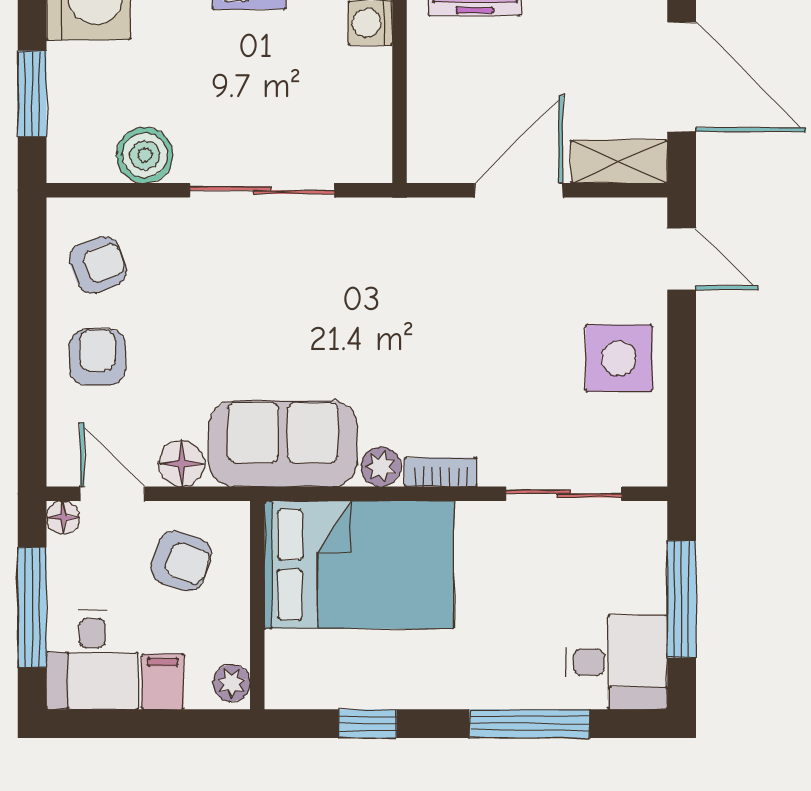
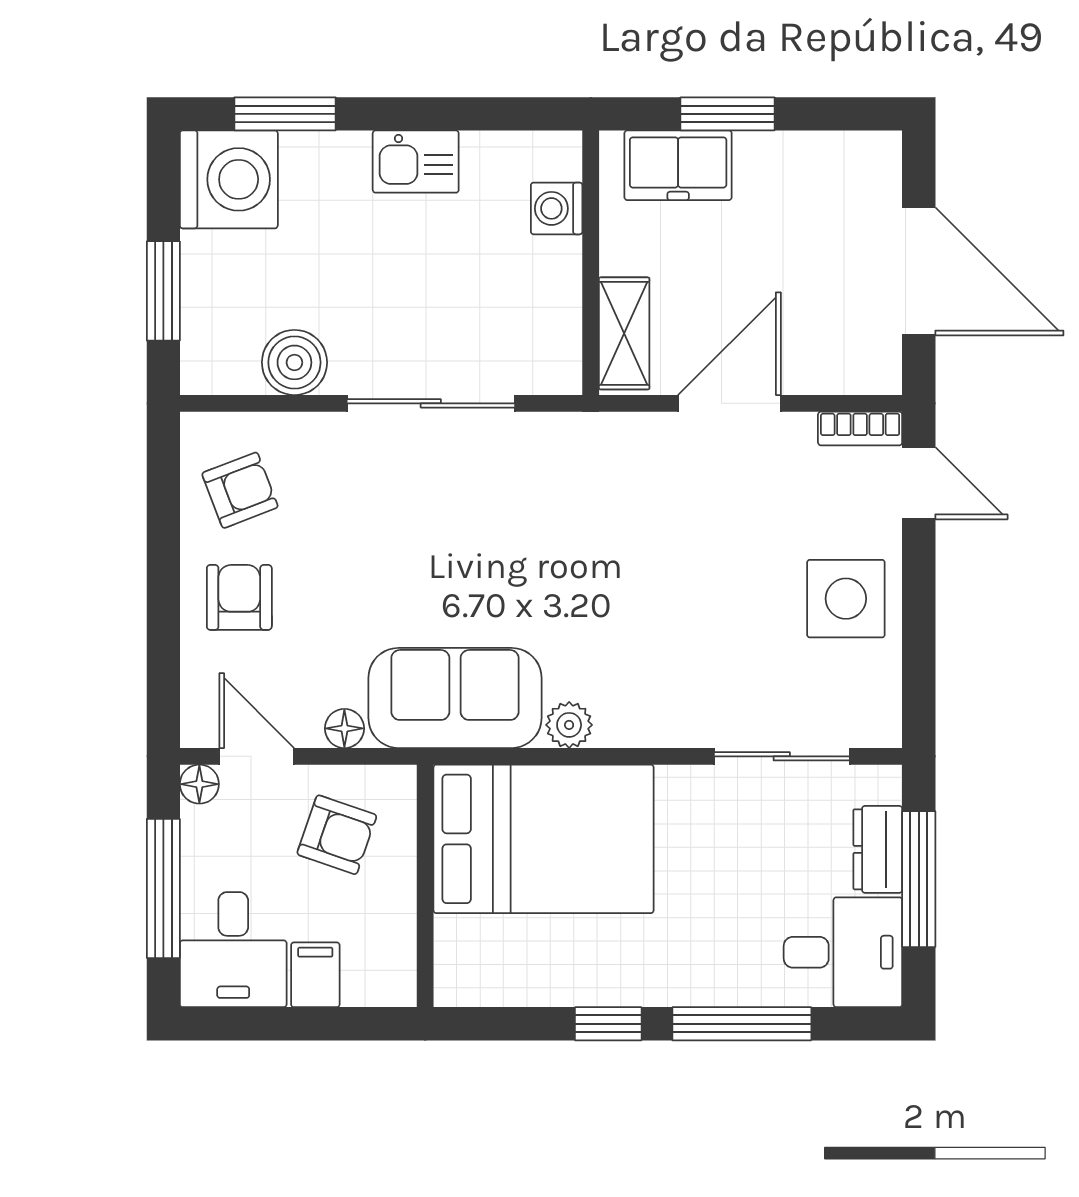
shelving: (619, 162) -> (624, 333), moved, turned 90
floor lamp: (182, 464) -> (344, 728), width x0.73, depth x0.73
bookcase: (441, 472) -> (860, 428), moved, turned 180
dresser: (646, 574) -> (878, 849), added
plant: (232, 683) -> (395, 976), removed
window: (368, 724) -> (608, 1024), moved

